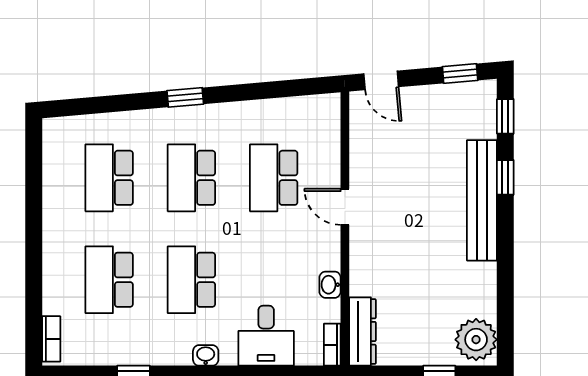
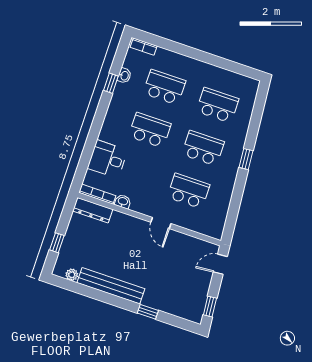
window: (505, 116) -> (180, 323), removed
bench: (482, 200) -> (111, 286), moved
door: (345, 207) -> (161, 223), swing flipped
plant: (476, 340) -> (72, 275), width x0.53, depth x0.53
bookcase: (332, 345) -> (97, 194), width x1.56
washbasin: (206, 355) -> (124, 76), moved

